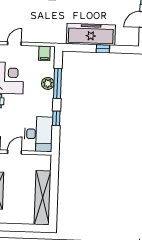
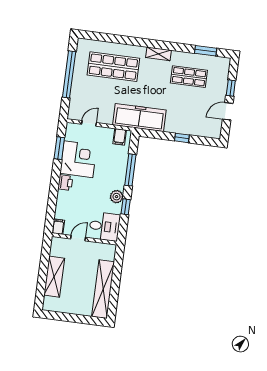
freezer: (91, 34) -> (139, 117), moved
plant: (48, 83) -> (117, 197), moved
desk: (38, 134) -> (104, 226), width x0.73

